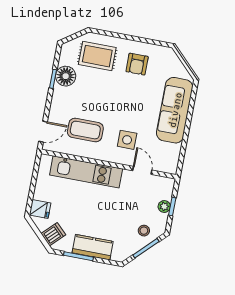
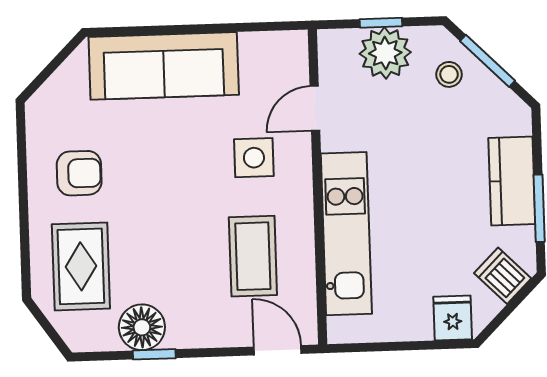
plant: (164, 207) -> (385, 53), width x1.87, depth x1.87

